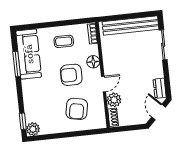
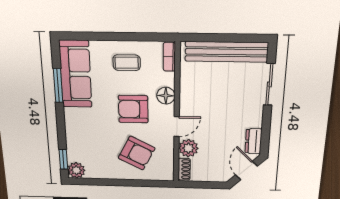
armchair: (77, 109) -> (137, 153), turned -74

